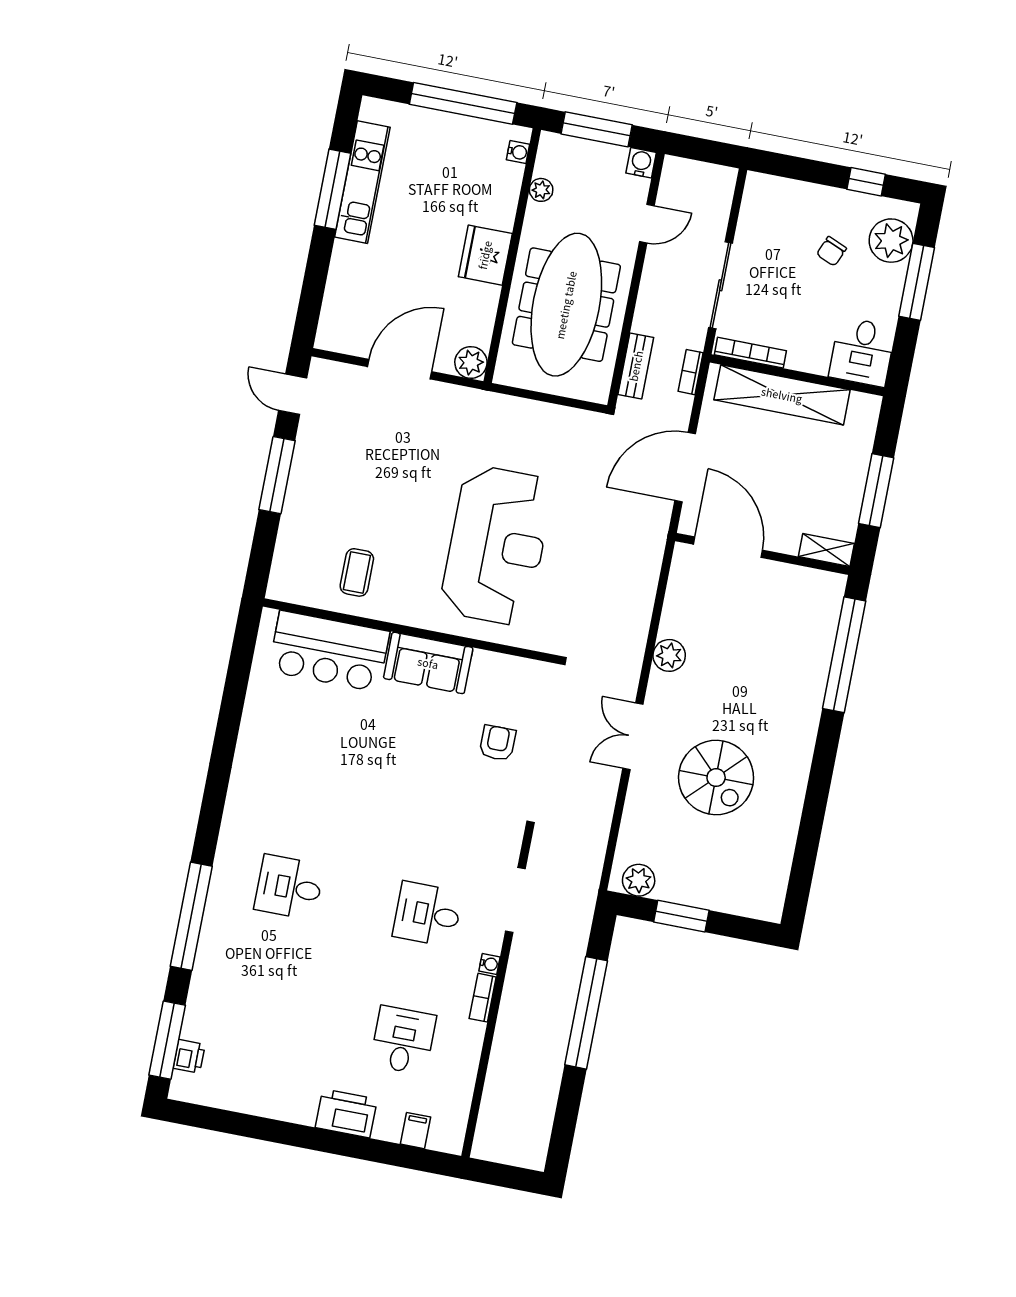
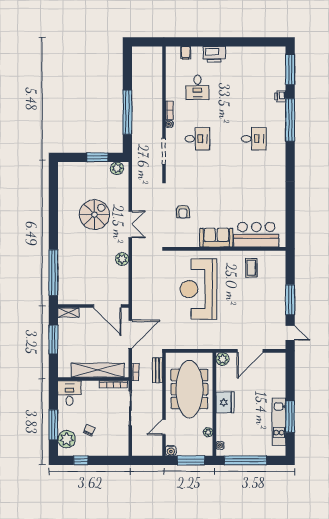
spiral stairs: (716, 778) -> (94, 215), turned 90
printer: (189, 1056) -> (280, 96), moved

